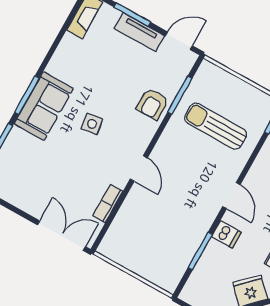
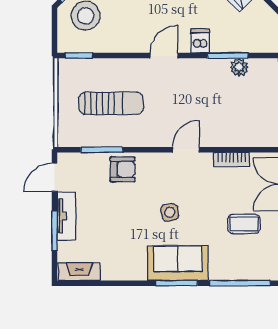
door: (179, 41) -> (55, 177), hinge flipped
sun lounger: (216, 126) -> (111, 103), turned -90
coffee table: (46, 183) -> (244, 224), added
plant: (185, 255) -> (239, 67), added

